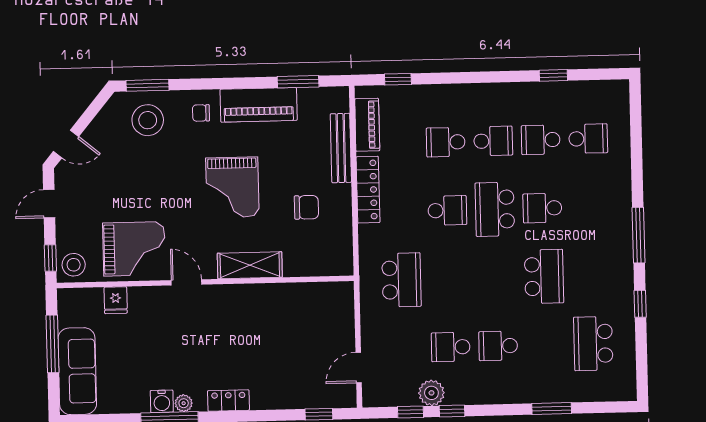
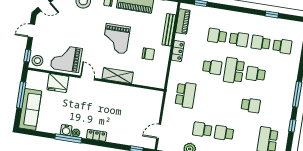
locker: (368, 190) -> (178, 51), width x0.66
grand piano: (134, 249) -> (66, 58), turned 180
school desk: (544, 276) -> (251, 105), width x0.54
fridge: (116, 300) -> (58, 83), width x1.88, depth x1.34

